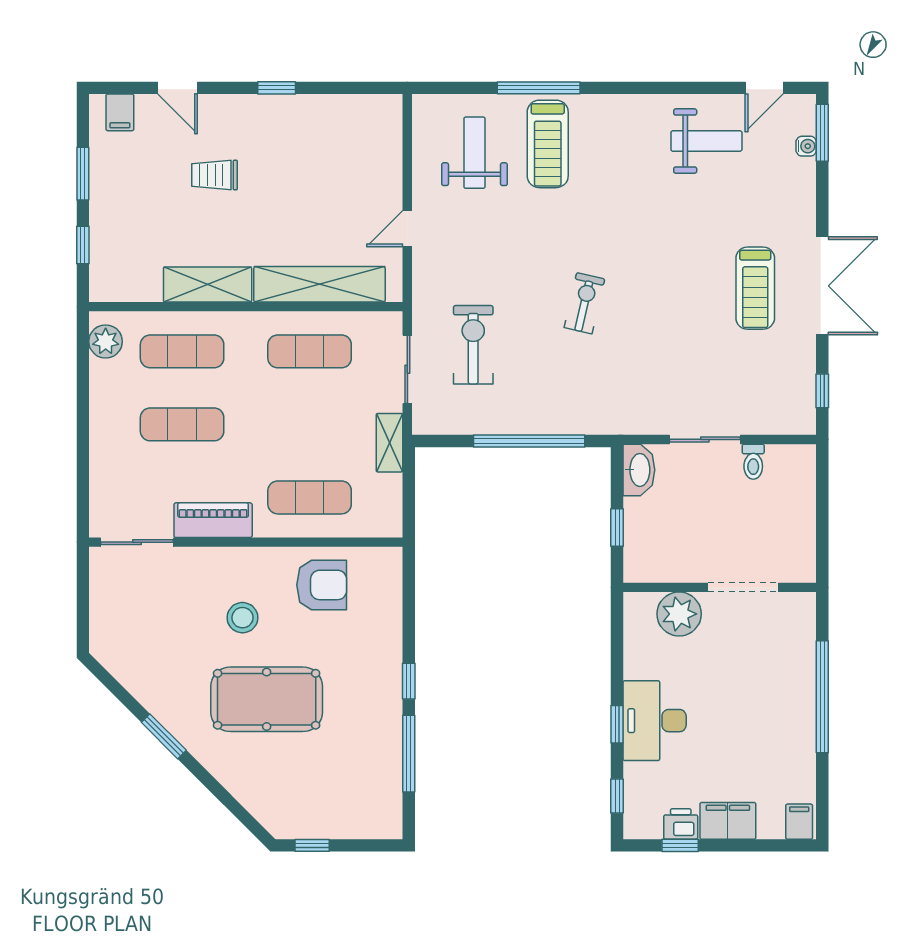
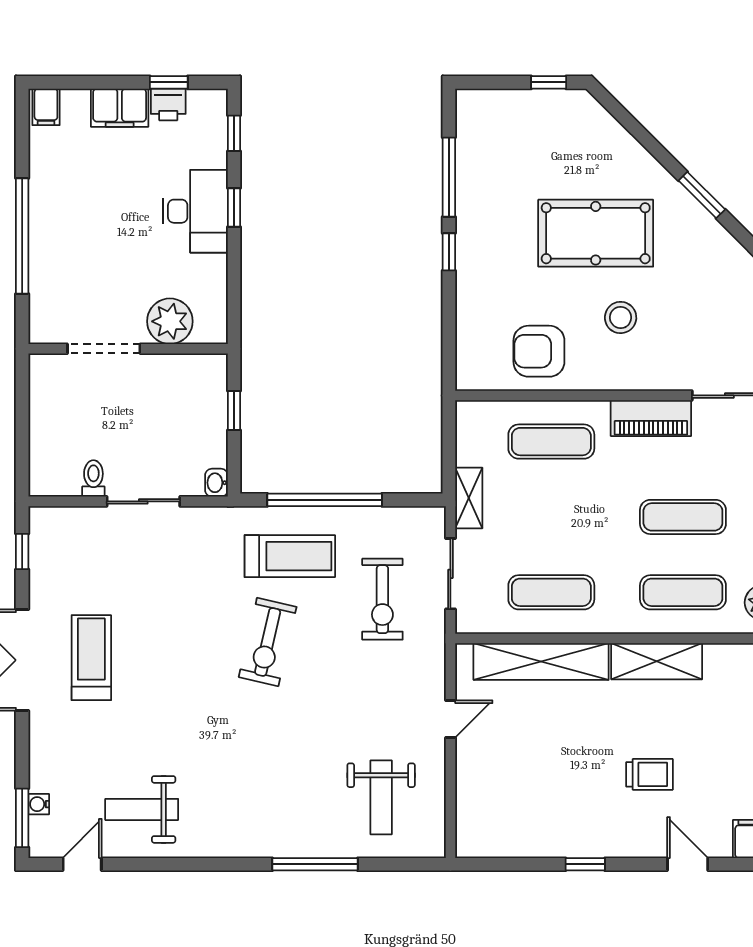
treadmill: (548, 144) -> (290, 556), moved, turned 90
exercise bike: (584, 303) -> (268, 642), width x1.38, depth x1.39
washbasin: (639, 470) -> (216, 483), width x0.52, depth x0.69

